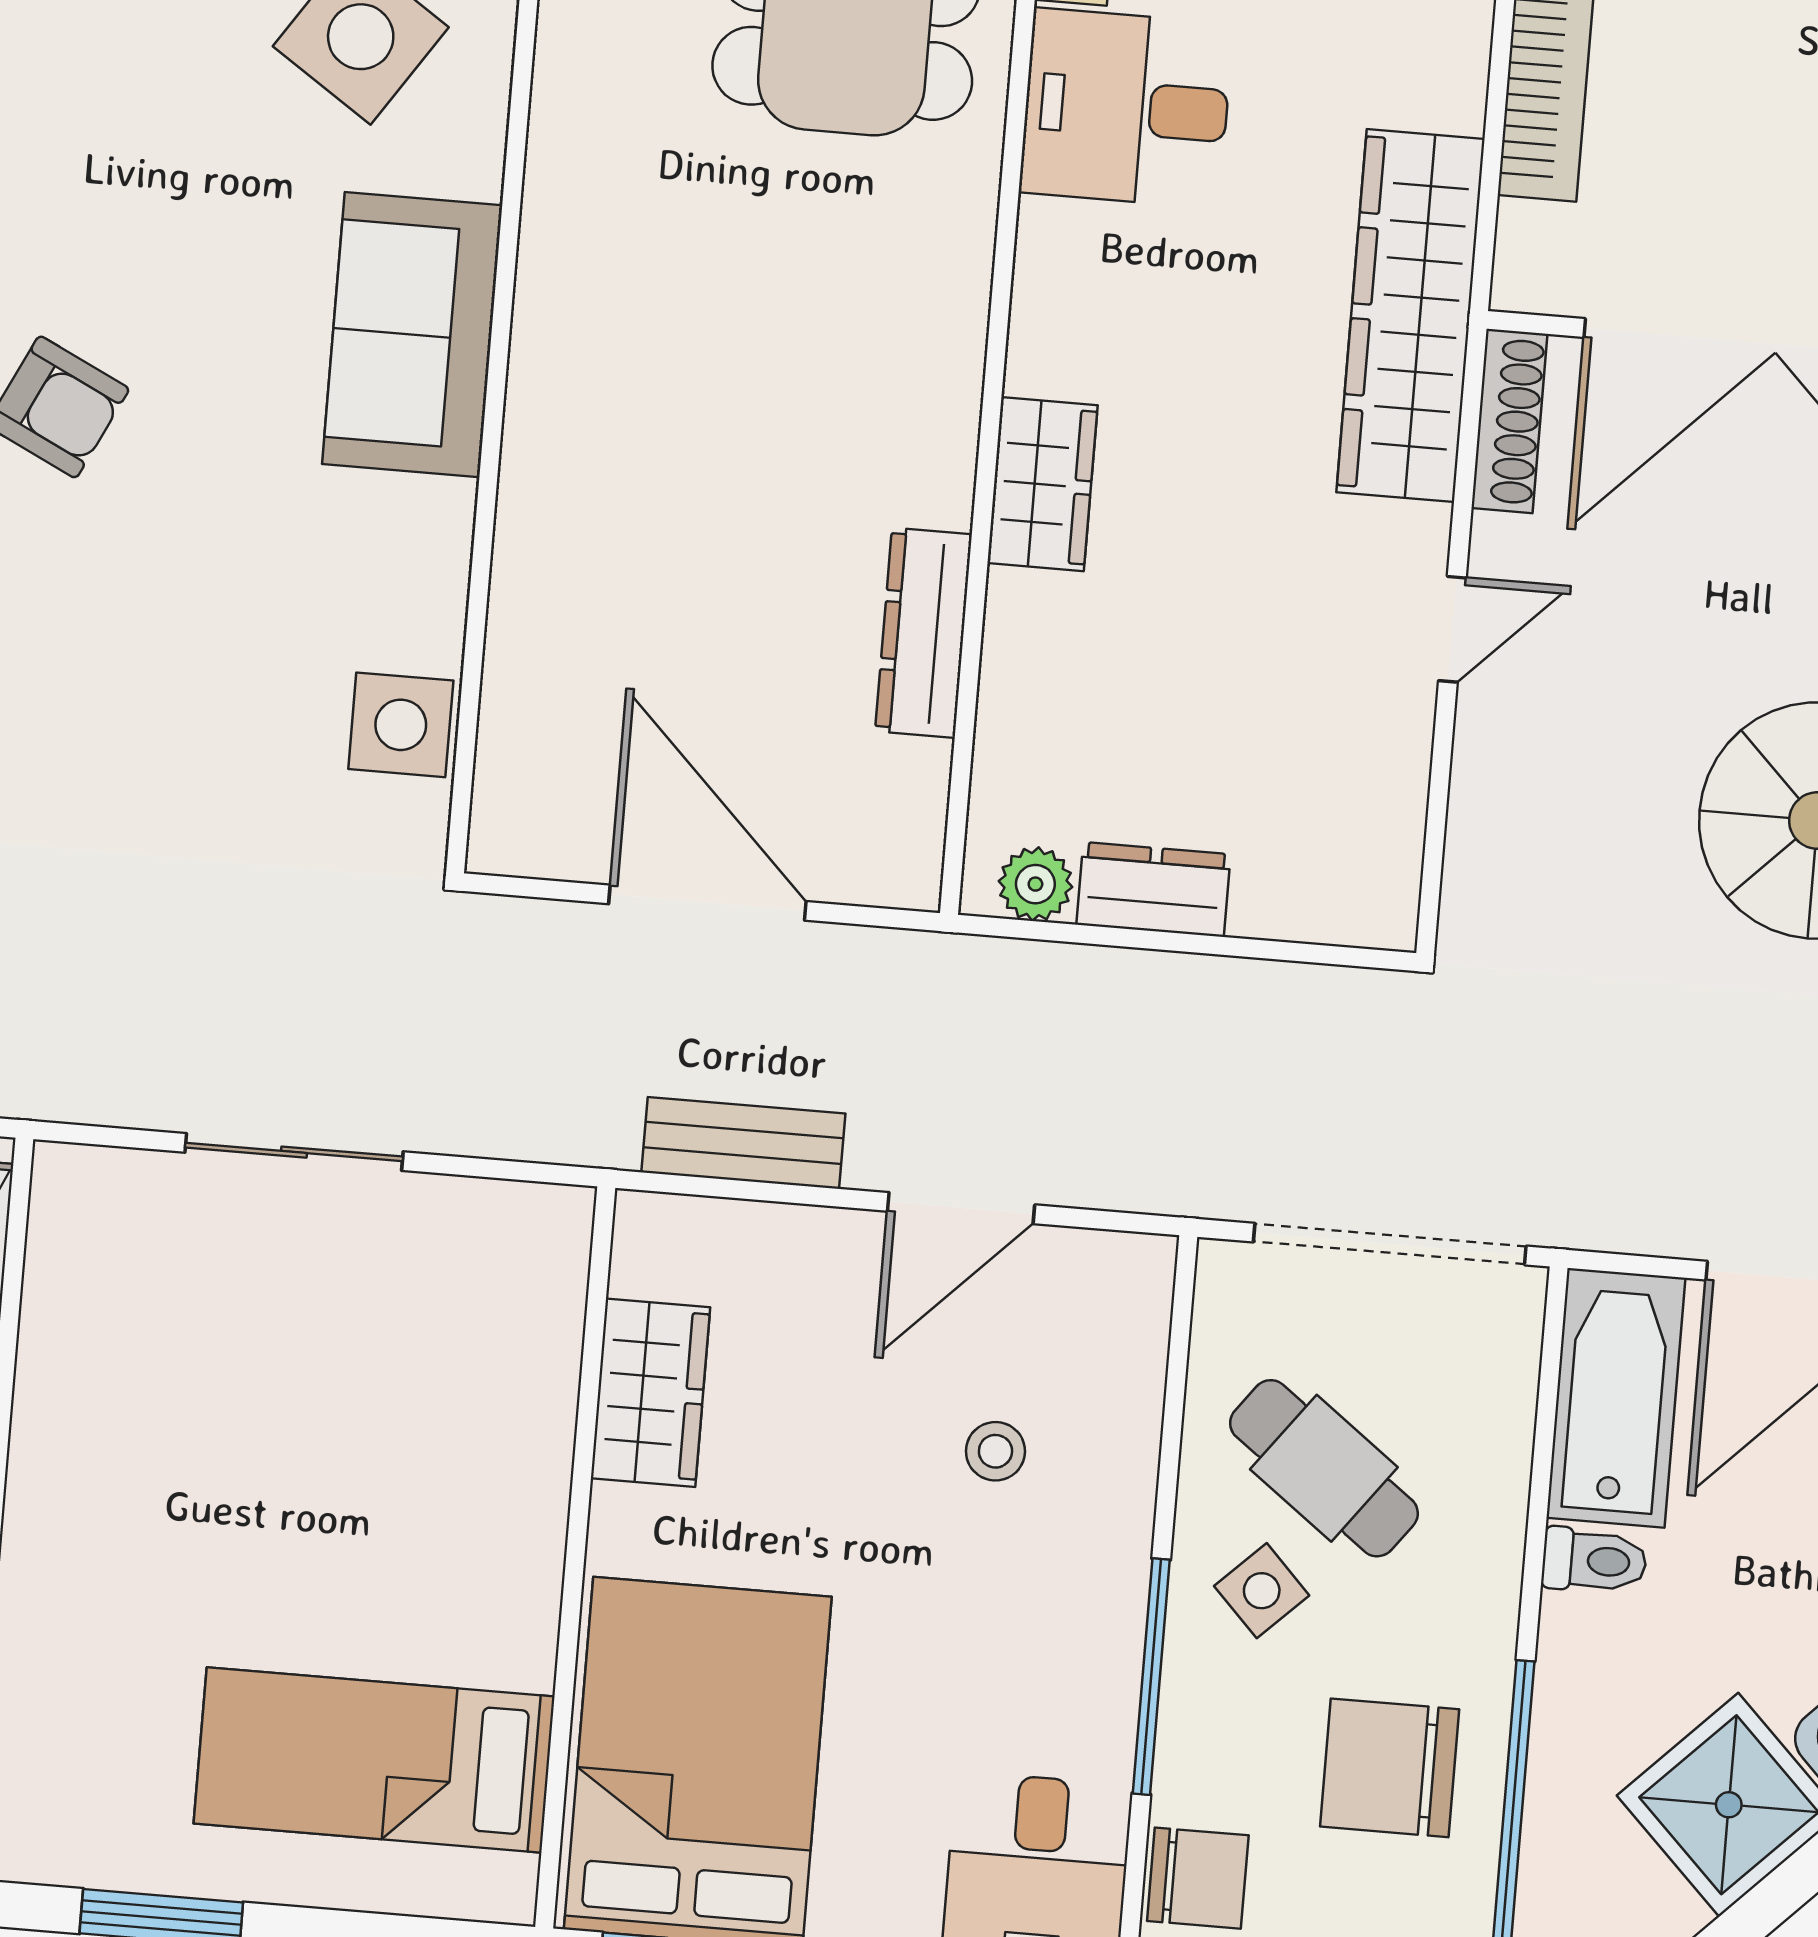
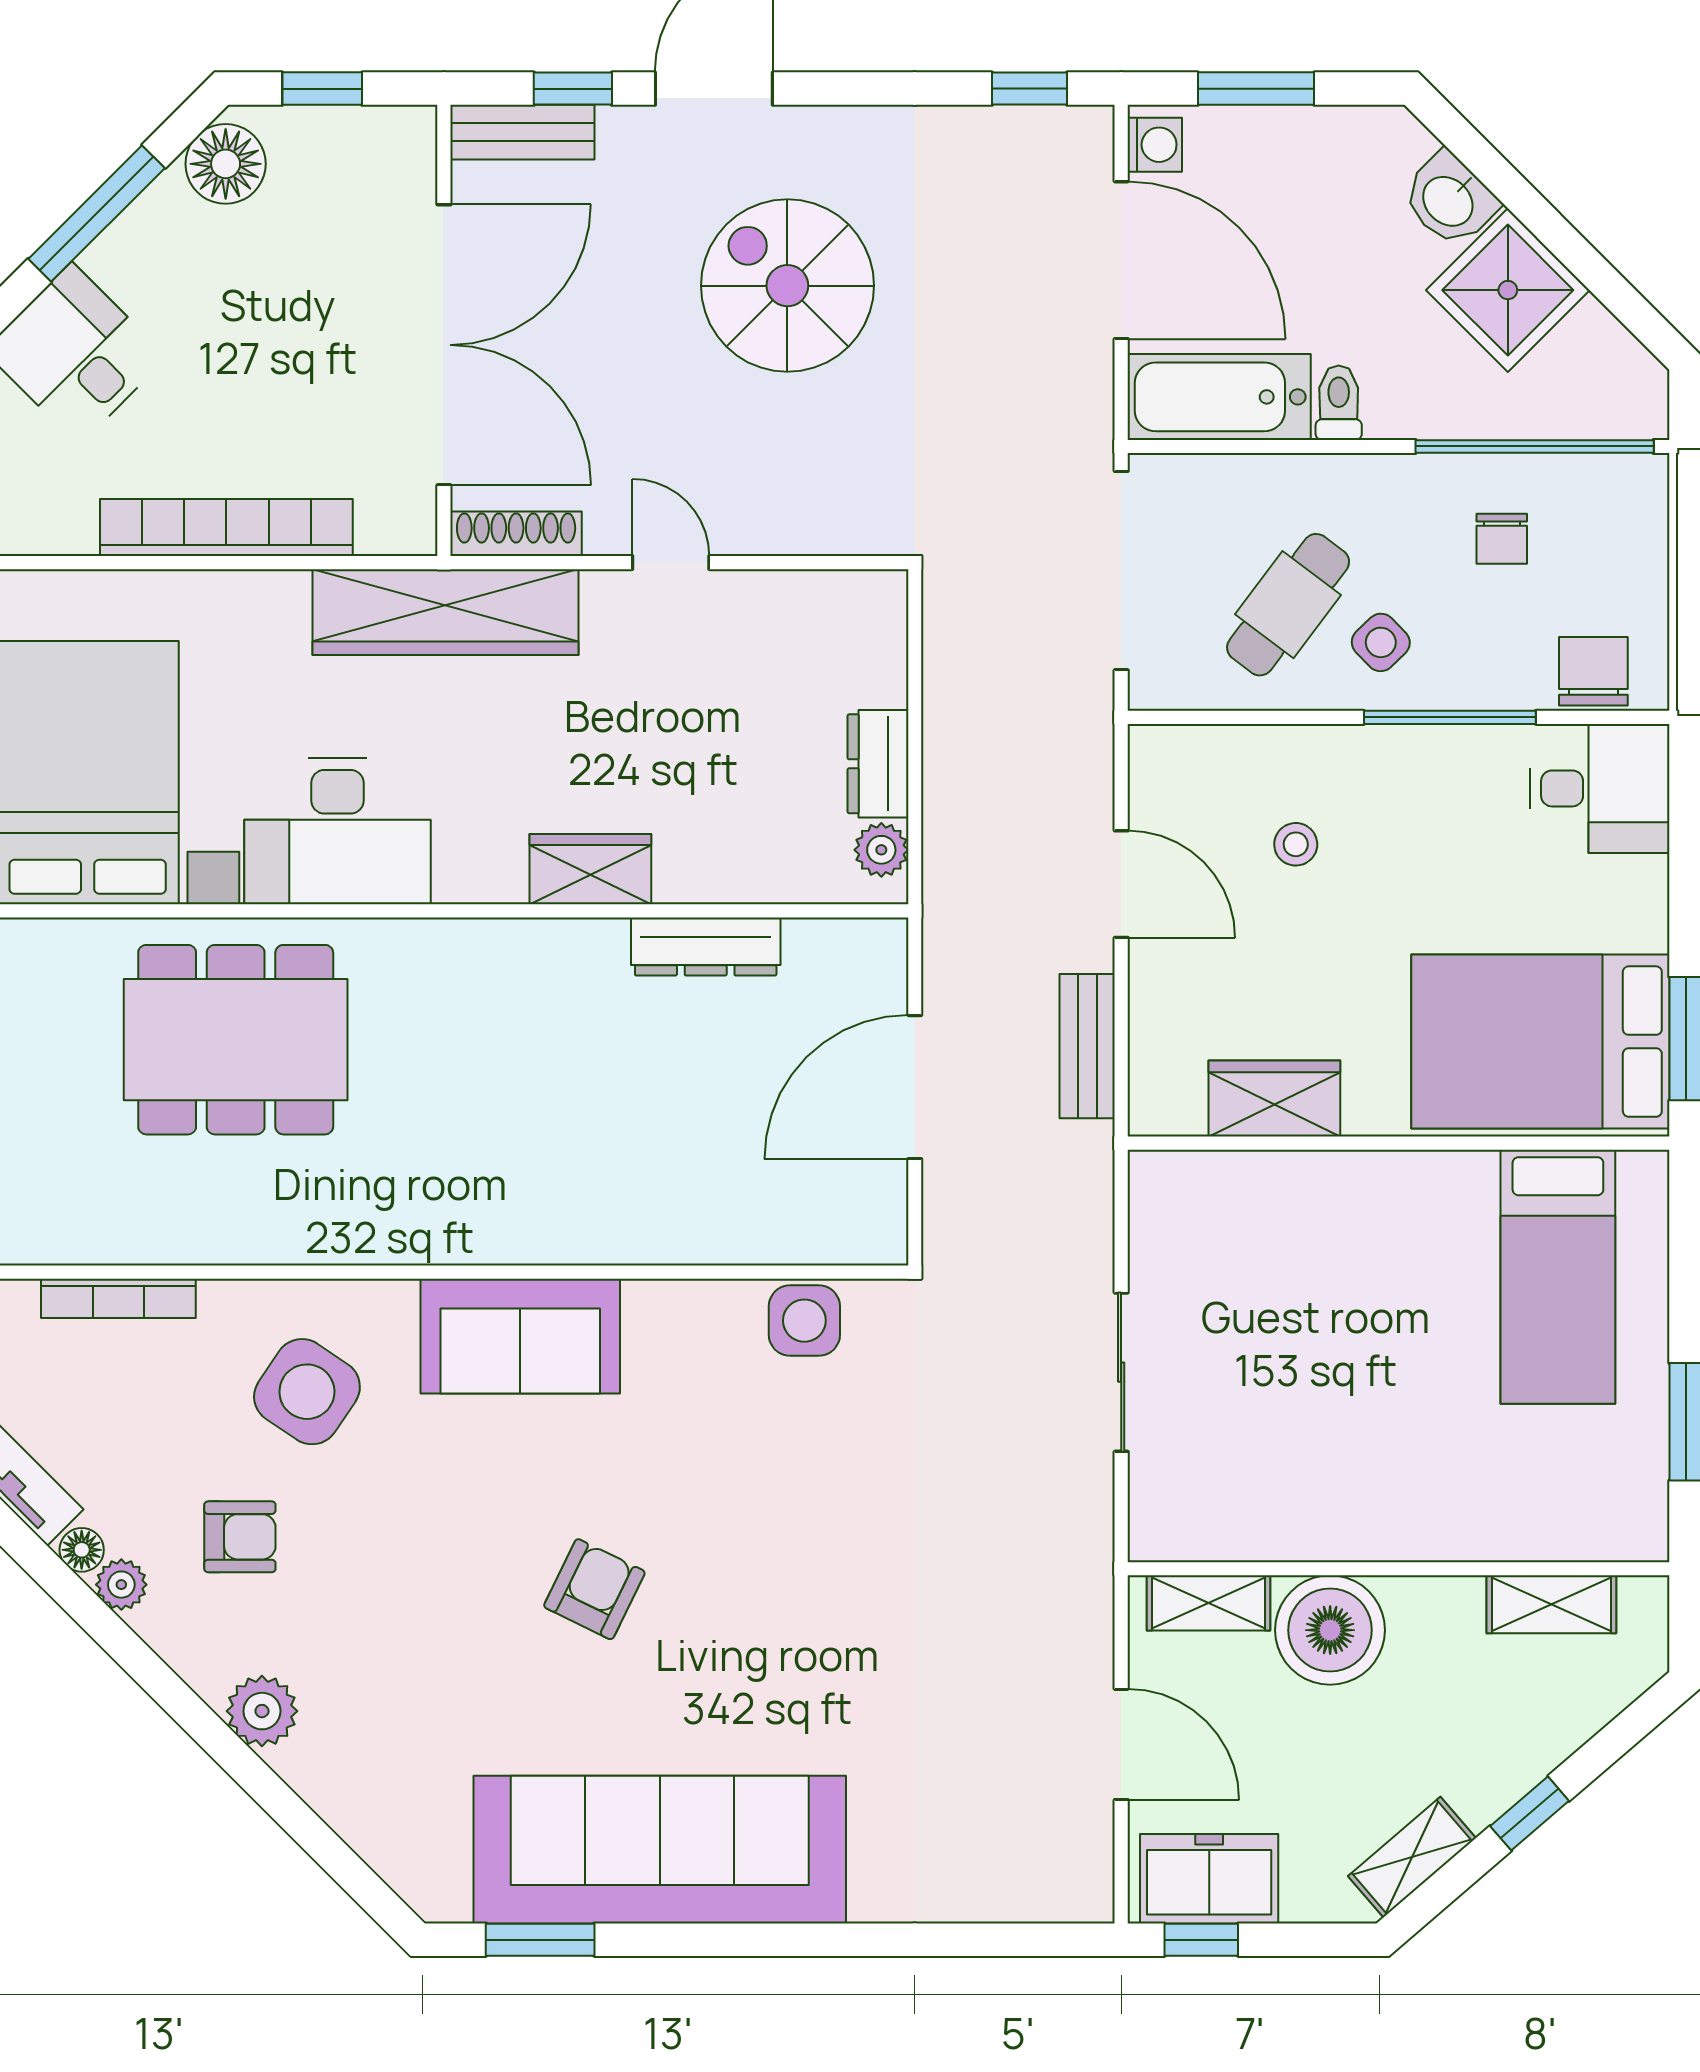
desk: (1126, 108) -> (337, 831), width x1.37
chair: (1390, 1768) -> (1502, 539), width x0.54, depth x0.54

